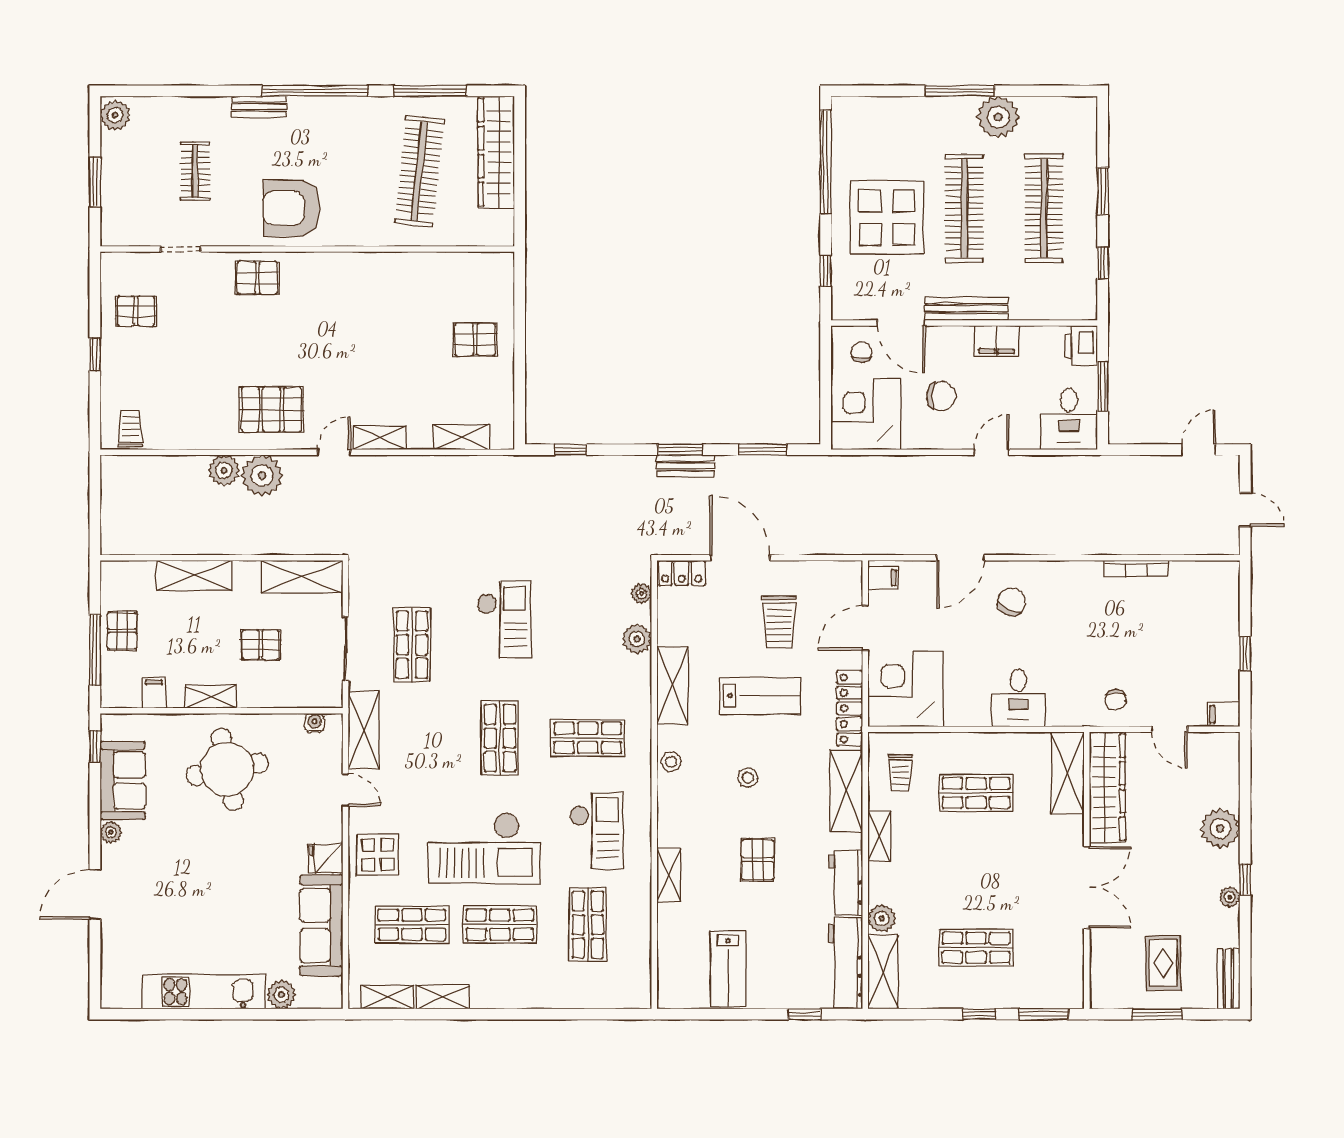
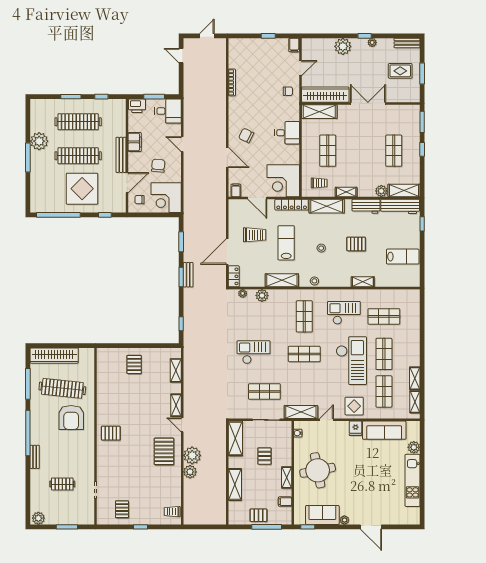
armchair: (292, 208) -> (71, 417), moved
pallet: (257, 278) -> (111, 433), moved, turned 90

